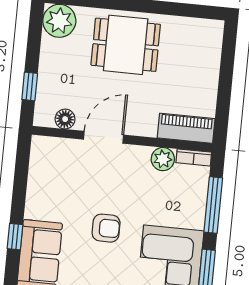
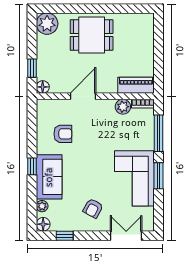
floor lamp: (65, 119) -> (43, 87), moved
armchair: (106, 228) -> (63, 134), moved

